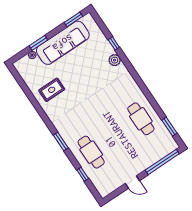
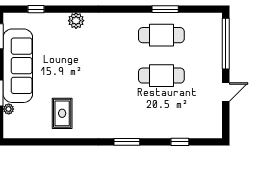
window: (114, 43) -> (36, 9), moved
window: (169, 127) -> (165, 9), moved
cafe table: (91, 152) -> (161, 76), moved

